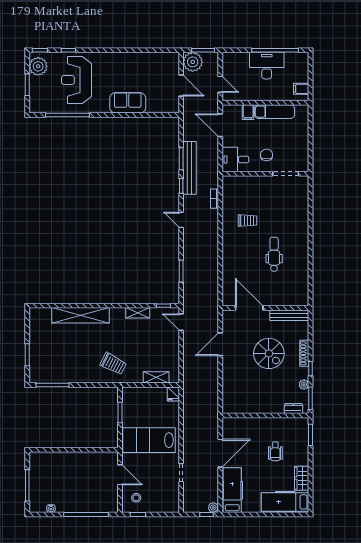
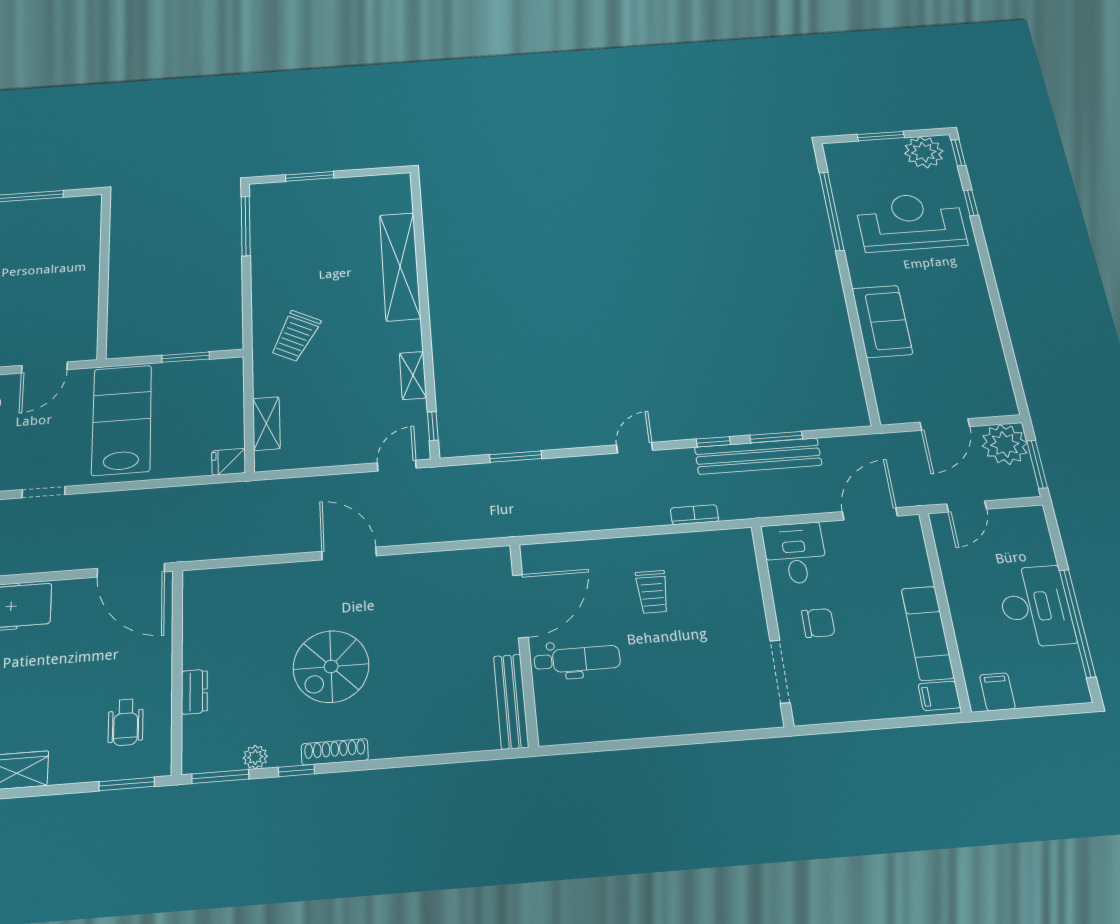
filing cabinet: (248, 112) -> (939, 696), moved
door: (249, 308) -> (520, 606), moved
wall: (265, 308) -> (524, 643), moved
bench: (289, 315) -> (511, 701), moved
dresser: (293, 409) -> (194, 692), moved
wheelchair: (275, 451) -> (126, 722), moved, turned -90
door: (220, 453) -> (131, 570), moved

